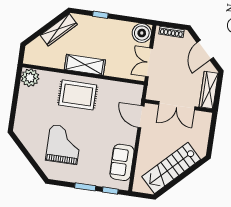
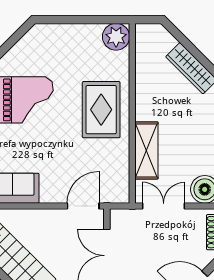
shelving: (85, 65) -> (146, 150), moved

